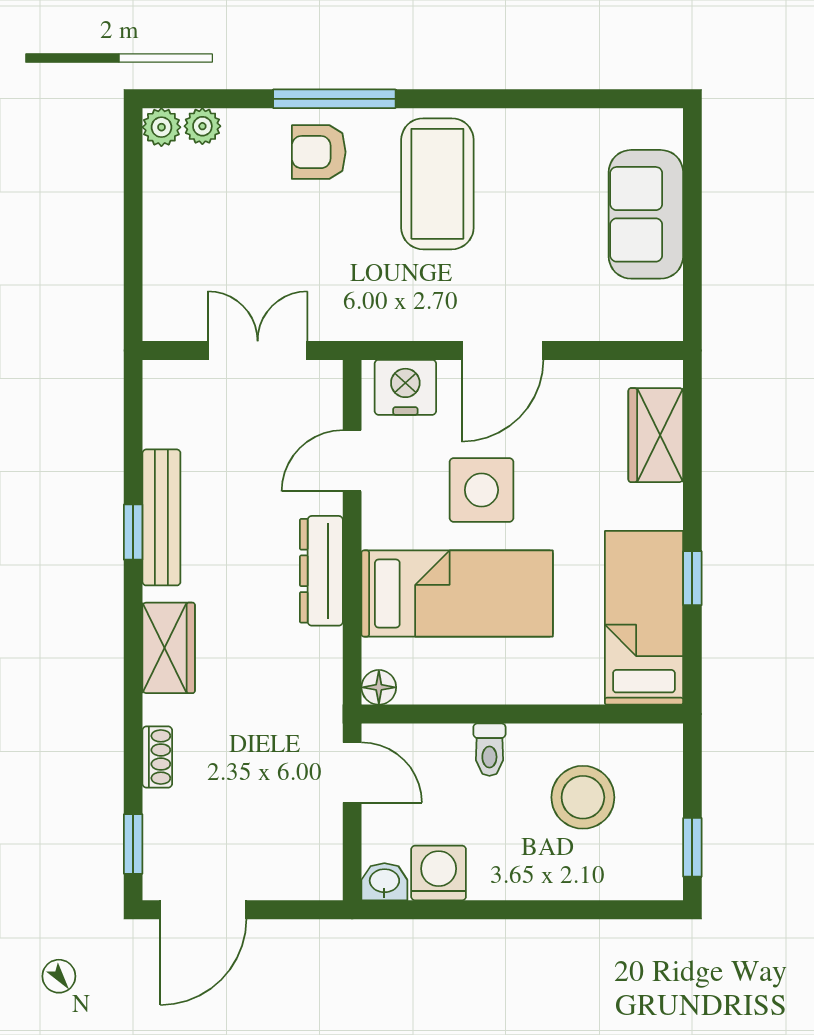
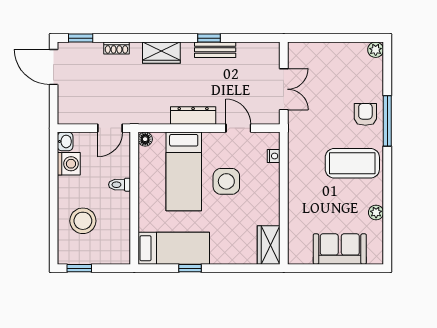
plant: (202, 126) -> (376, 212), moved
door: (502, 350) -> (284, 190), removed
nightstand: (405, 387) -> (274, 156), width x0.53, depth x0.56
wardrobe: (656, 435) -> (269, 245), moved, turned -90
bench: (161, 517) -> (215, 50), width x0.73
stool: (583, 797) -> (83, 221), moved

